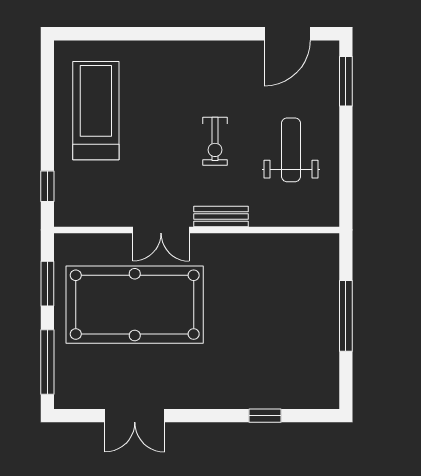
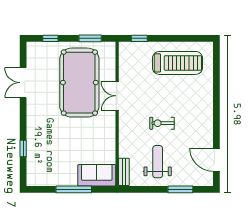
window: (346, 81) -> (180, 189), moved
weight bench: (291, 150) -> (158, 162), turned -90
bench: (221, 216) -> (124, 172), moved
sofa: (318, 270) -> (97, 175), added
window: (47, 362) -> (50, 38), width x0.46

